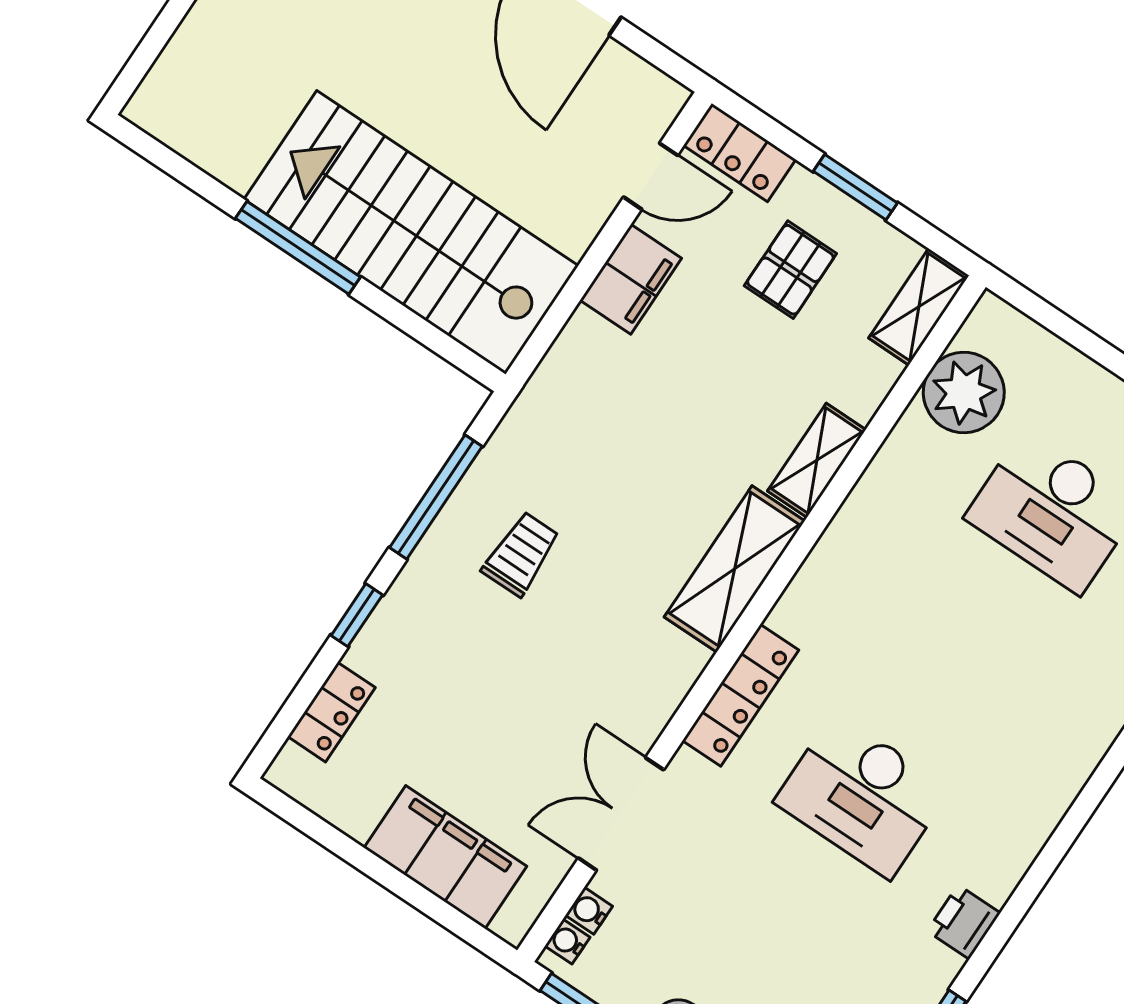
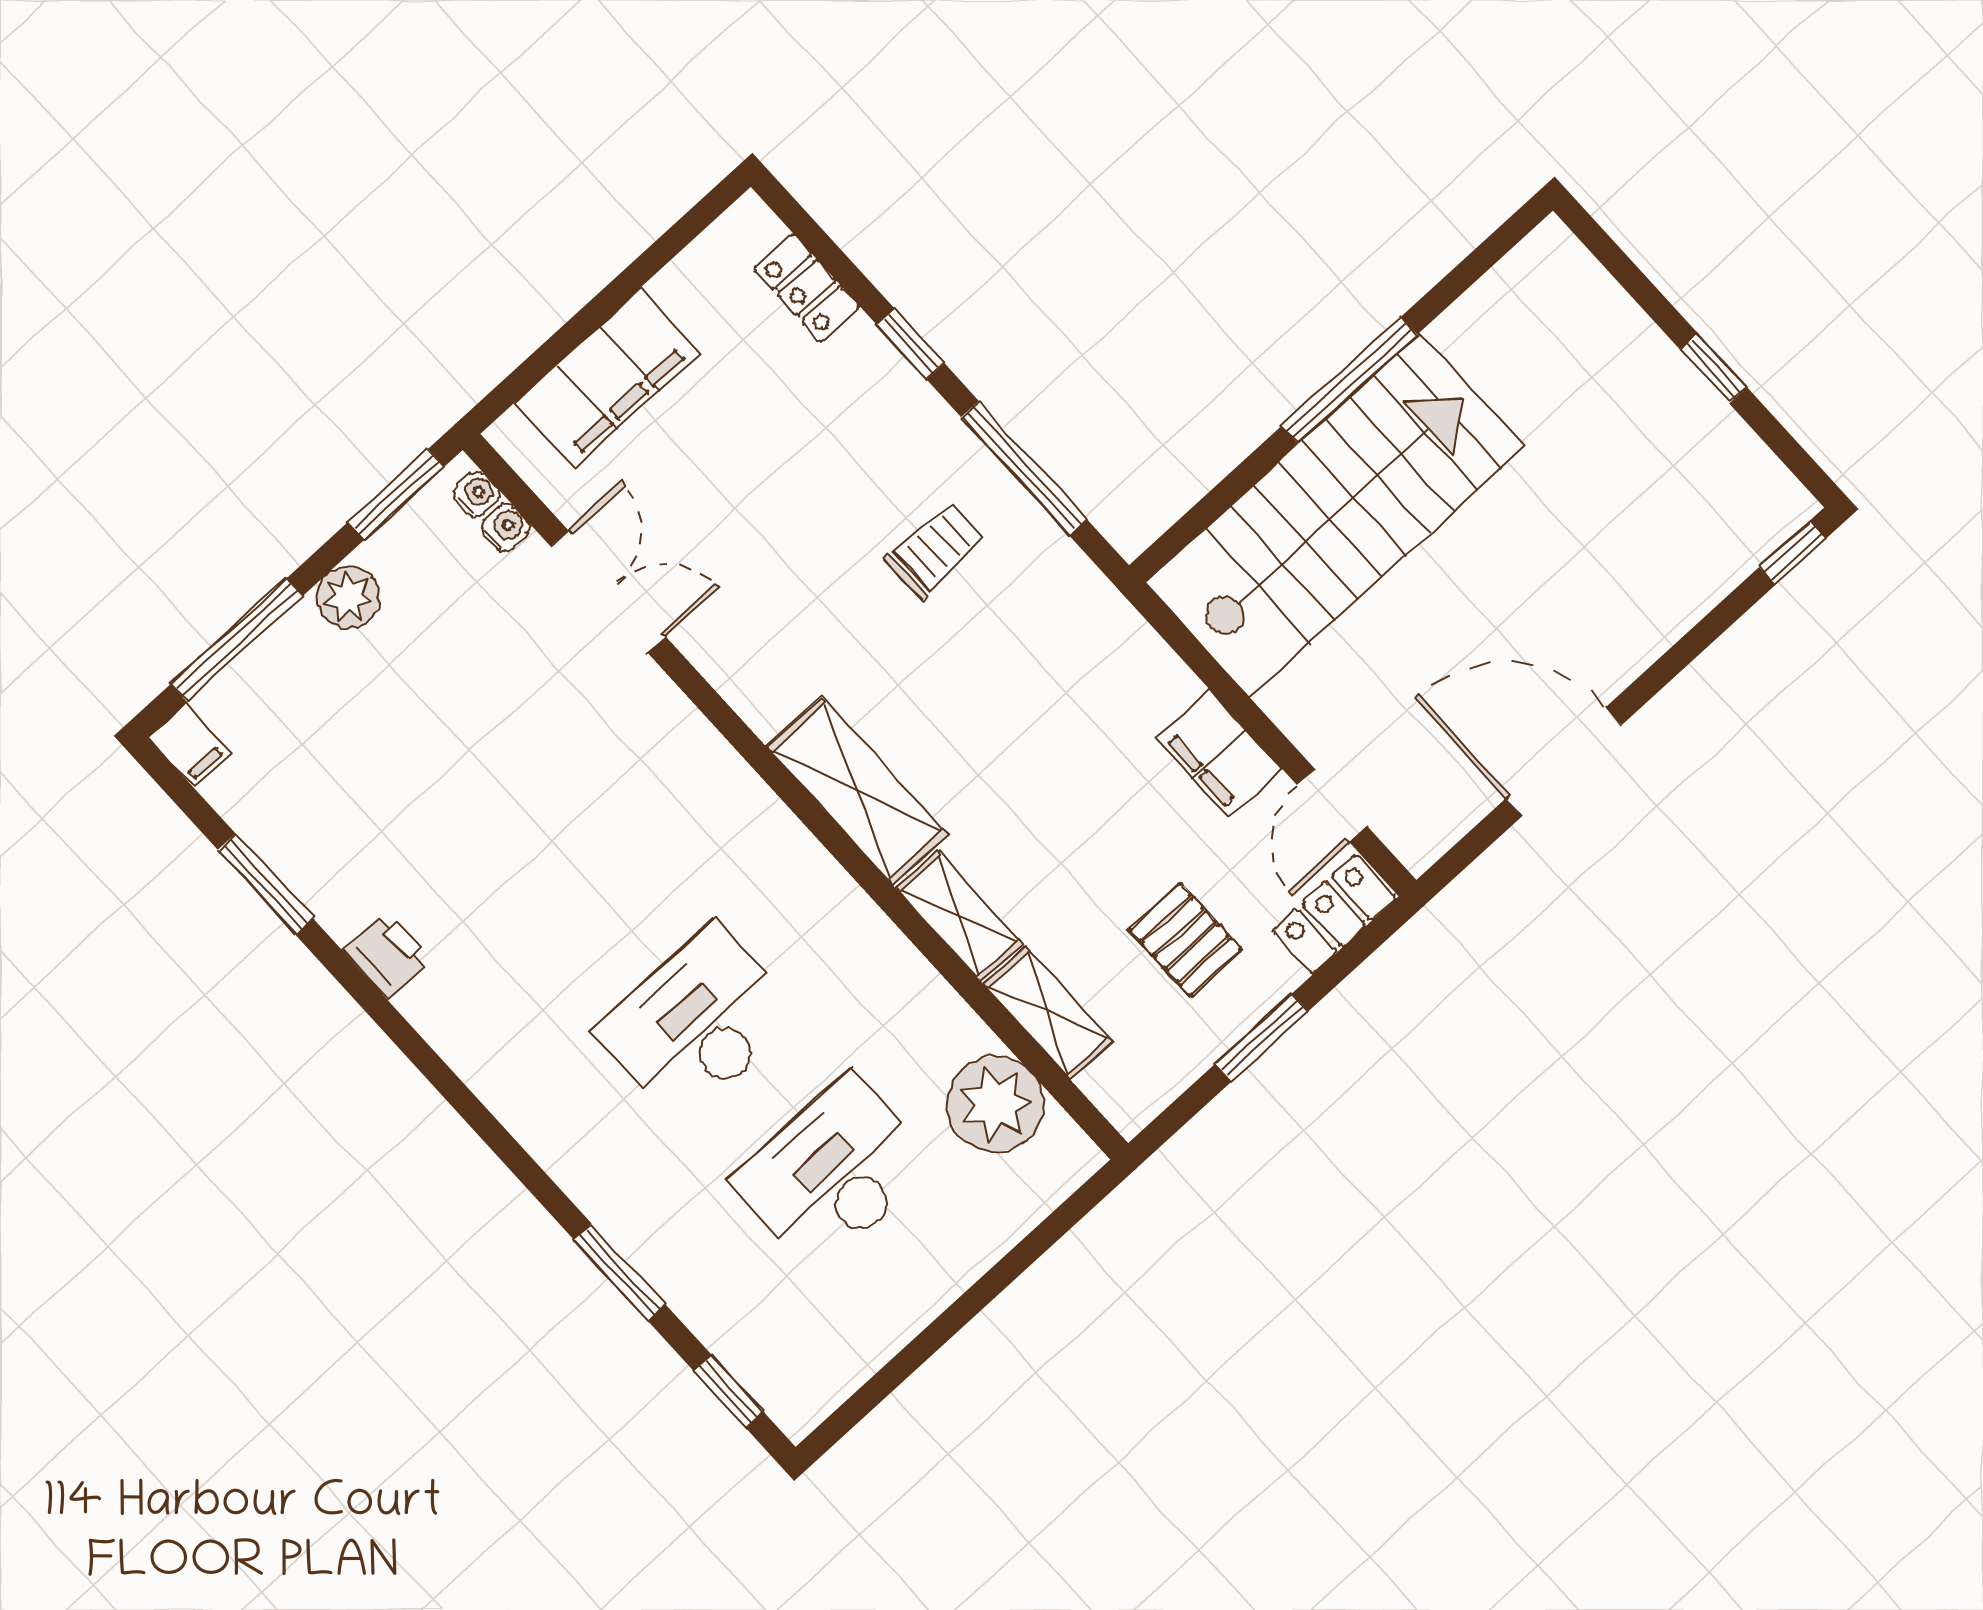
shelving: (919, 307) -> (1048, 1013), moved
trolley: (521, 554) -> (935, 550), turned -90
locker: (740, 695) -> (711, 762), removed
desk: (862, 796) -> (697, 1023), moved

